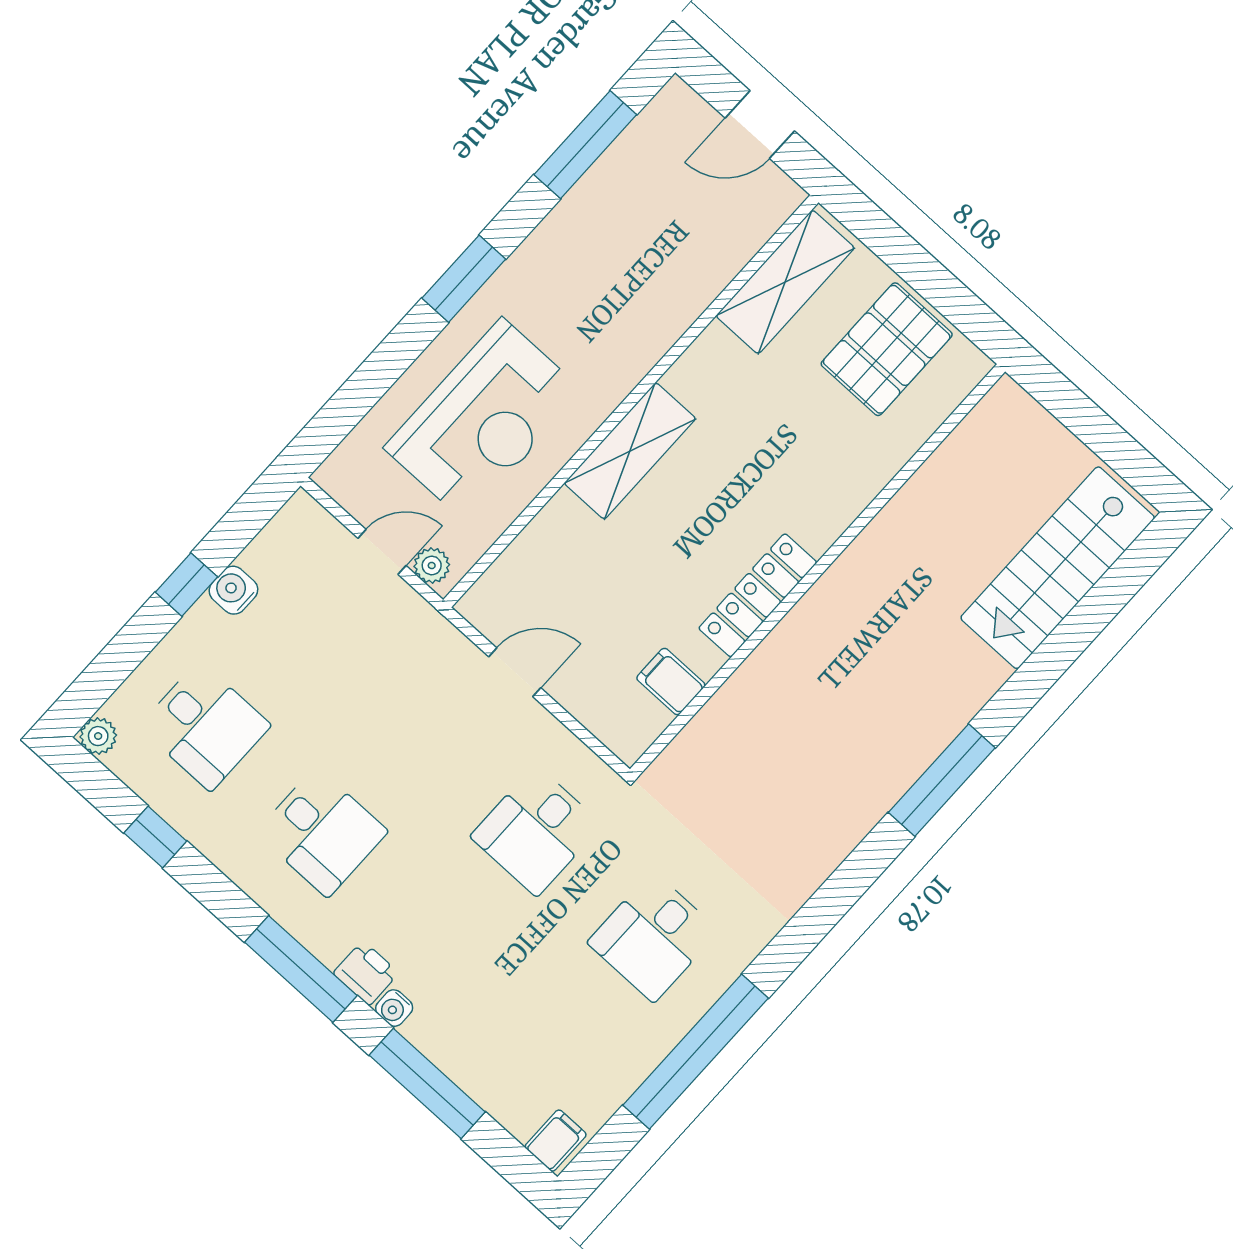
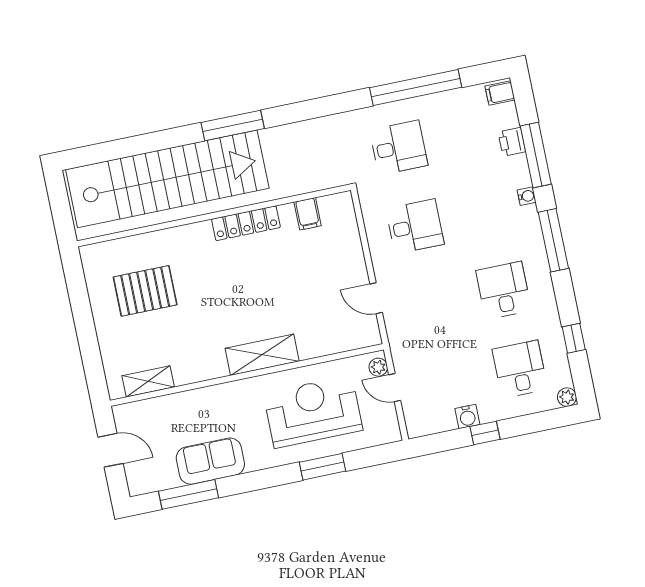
sofa: (589, 223) -> (210, 461), added
window: (464, 279) -> (323, 467), moved
shelving: (785, 282) -> (148, 381), width x0.67, depth x0.75
pallet: (887, 349) -> (145, 291), moved
stairs: (1058, 568) -> (167, 179), width x1.86, depth x1.51
wall: (817, 570) -> (214, 216), moved
locker: (758, 595) -> (246, 223), moved
filing cabinet: (671, 682) -> (308, 214), moved
printer: (366, 973) -> (512, 142), moved

